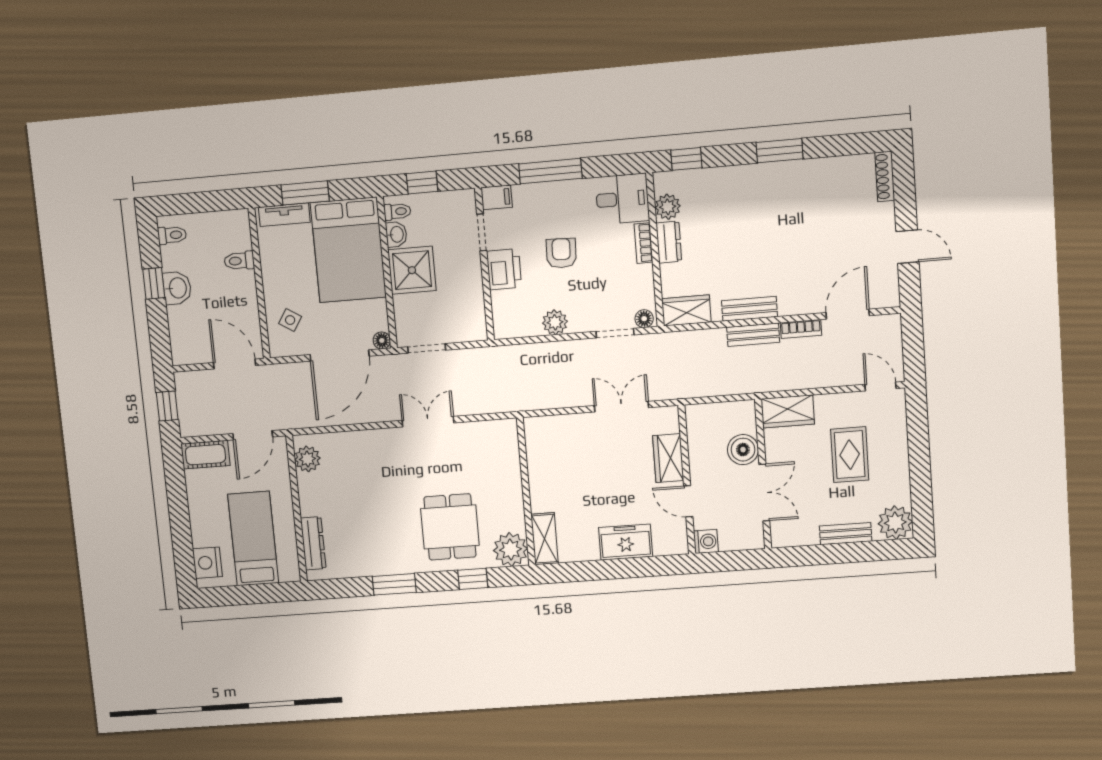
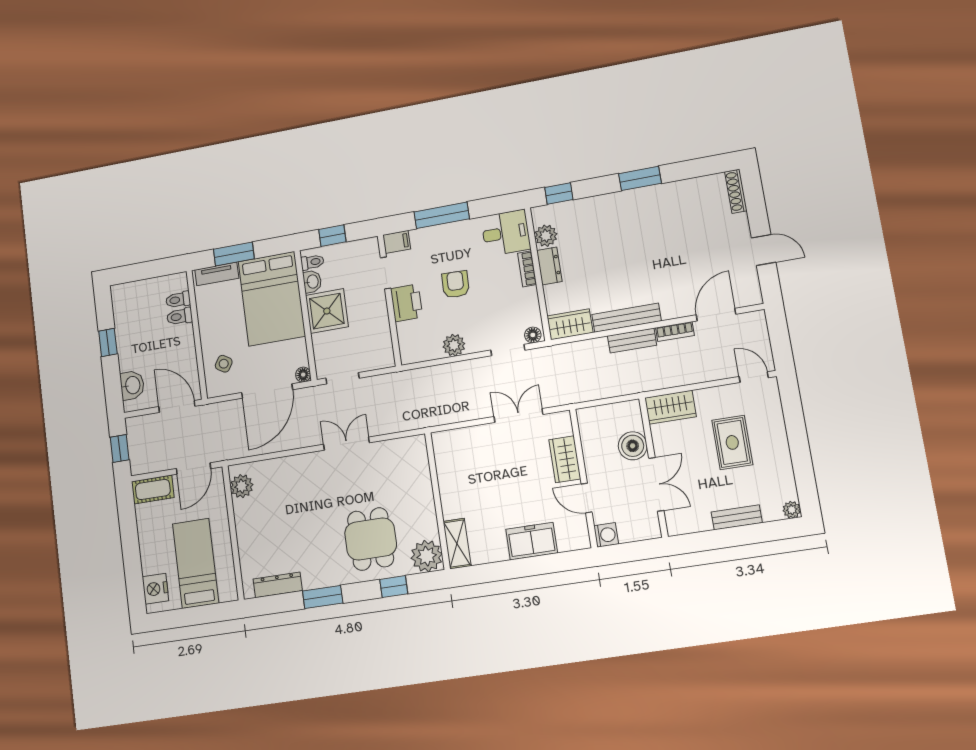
toilet: (172, 235) -> (178, 300), moved, turned 180
washbasin: (177, 288) -> (132, 385), moved
bench: (749, 309) -> (626, 318), width x1.36
plant: (895, 523) -> (792, 510), width x0.53, depth x0.53
dresser: (313, 543) -> (278, 585), moved, turned -90

